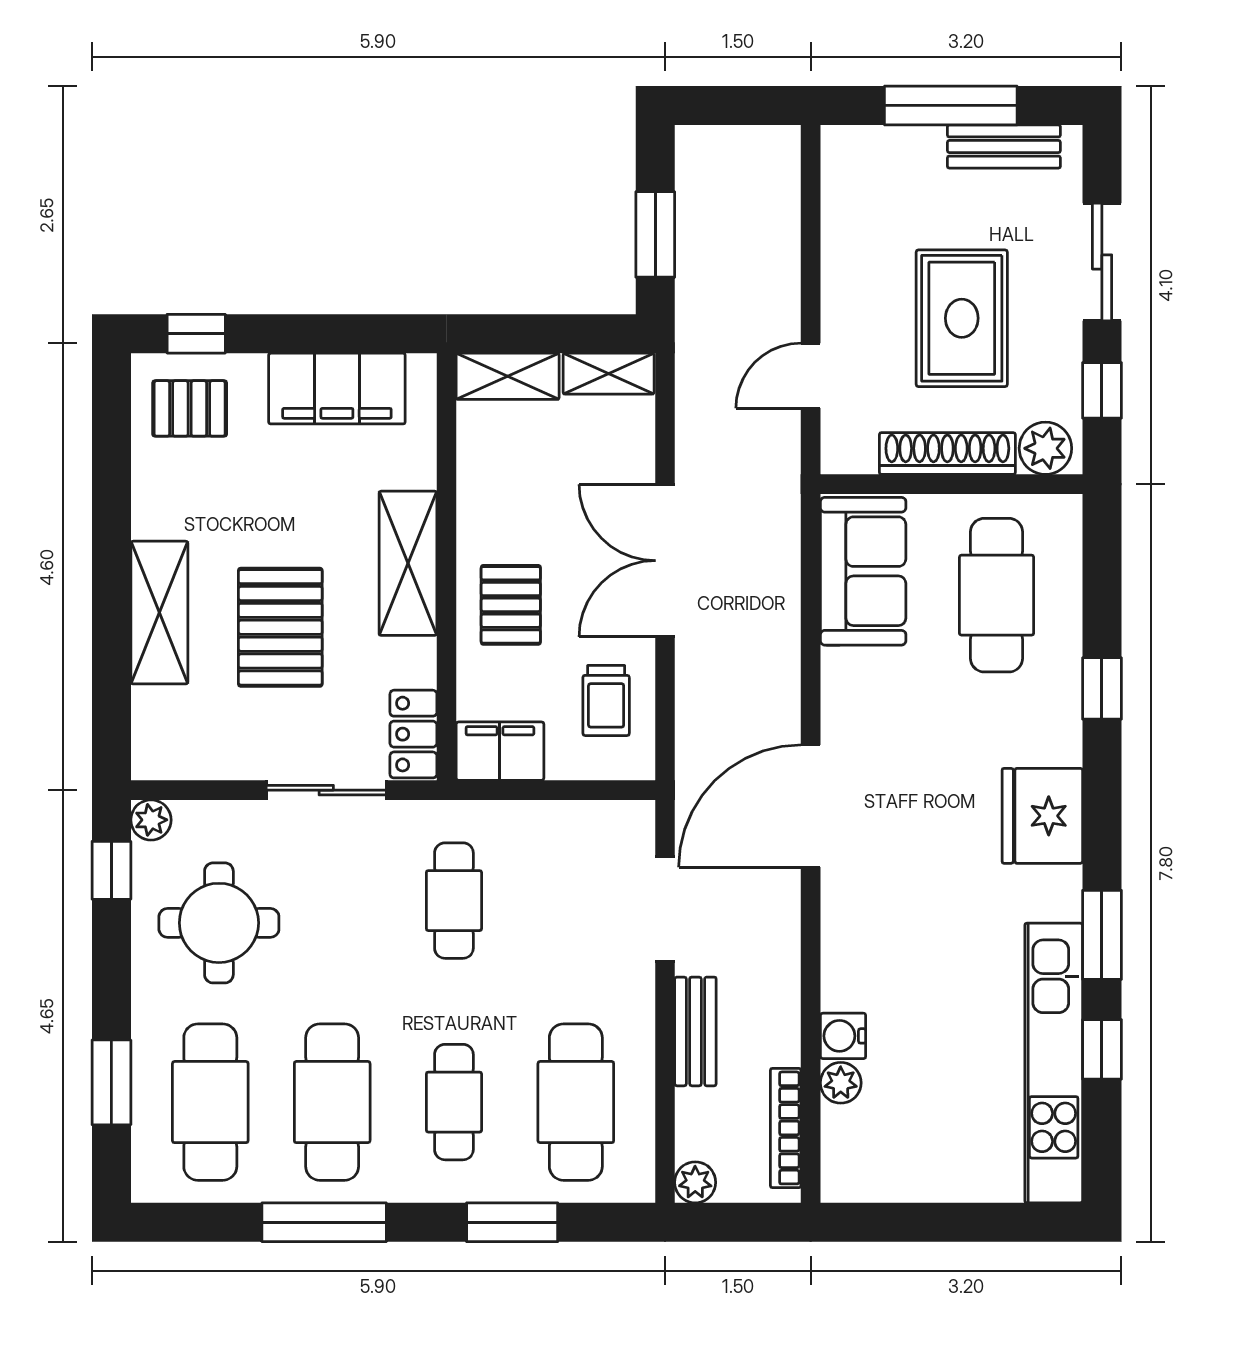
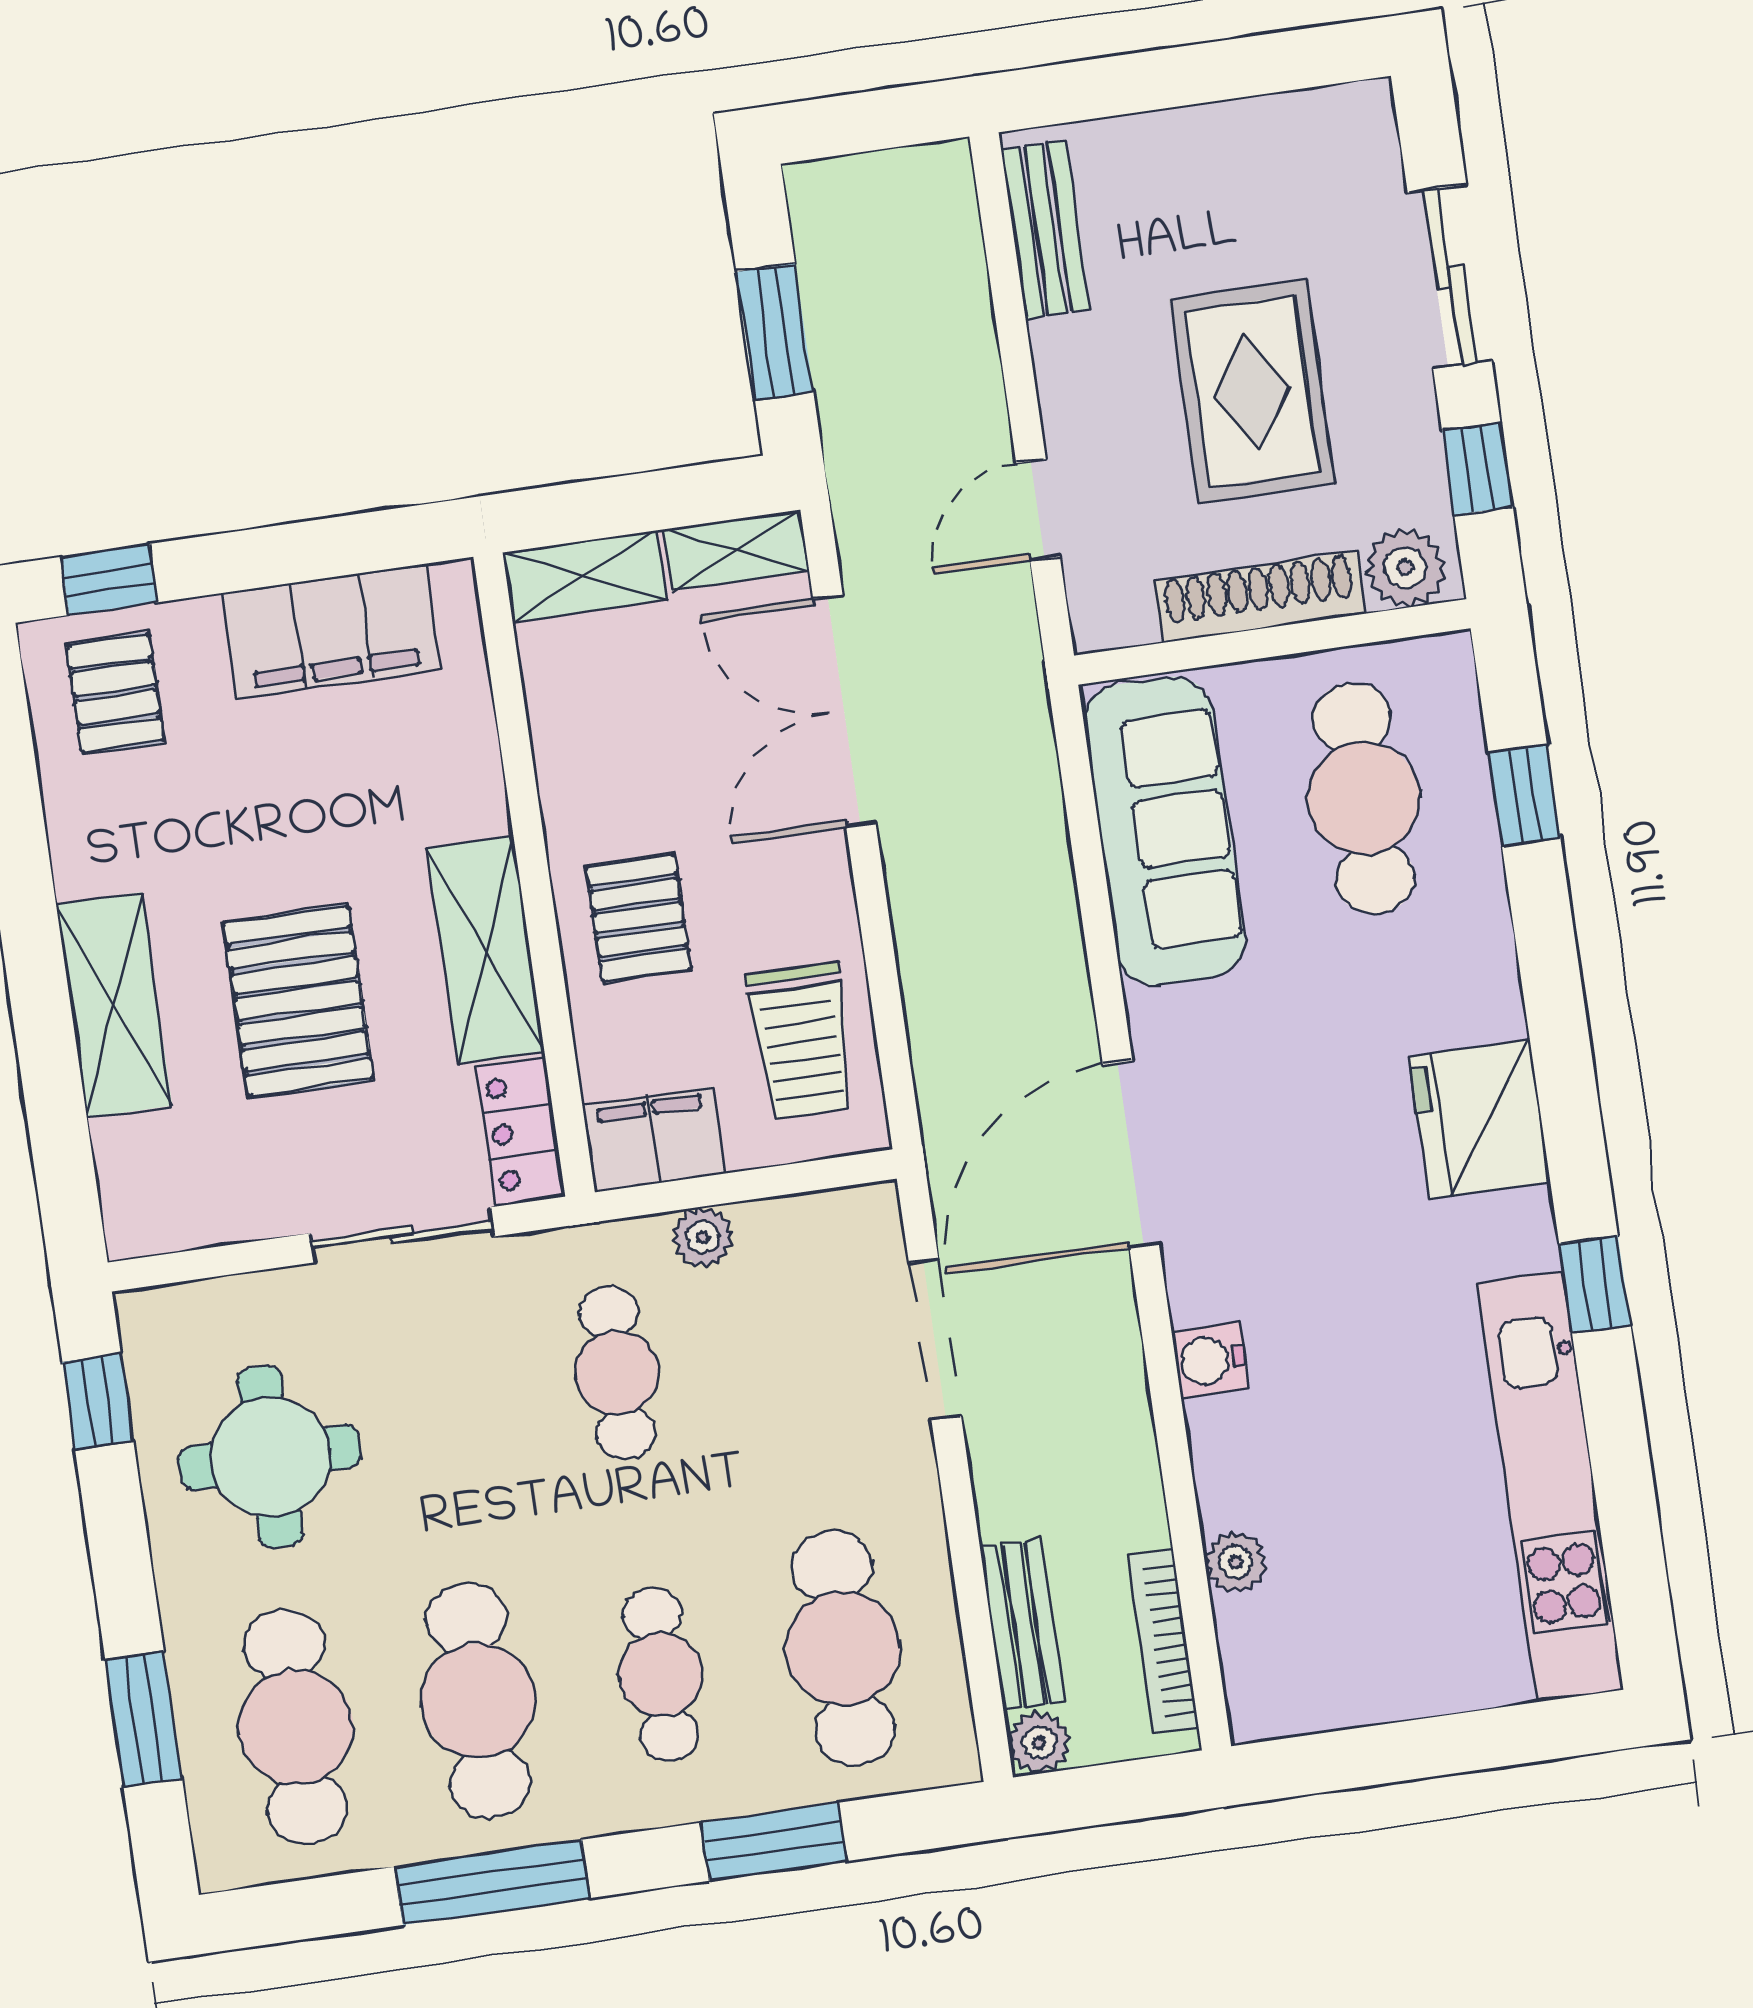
window: (951, 105) -> (1190, 75), removed
bench: (1004, 146) -> (1045, 229), moved, turned 90
pallet: (190, 408) -> (115, 693), turned 90
double door: (665, 561) -> (844, 711), moved
shelving: (408, 563) -> (486, 950), moved
sofa: (863, 571) -> (1164, 831), width x1.36
window: (1102, 688) -> (1525, 796), moved
trolley: (606, 700) -> (802, 1040), width x1.36, depth x1.39
plant: (151, 820) -> (703, 1237), moved
window: (1102, 935) -> (1595, 1284), width x0.67
bench: (695, 1031) -> (1023, 1625), moved
water cooler: (843, 1036) -> (1210, 1360), moved
window: (1102, 1049) -> (1620, 1456), removed

